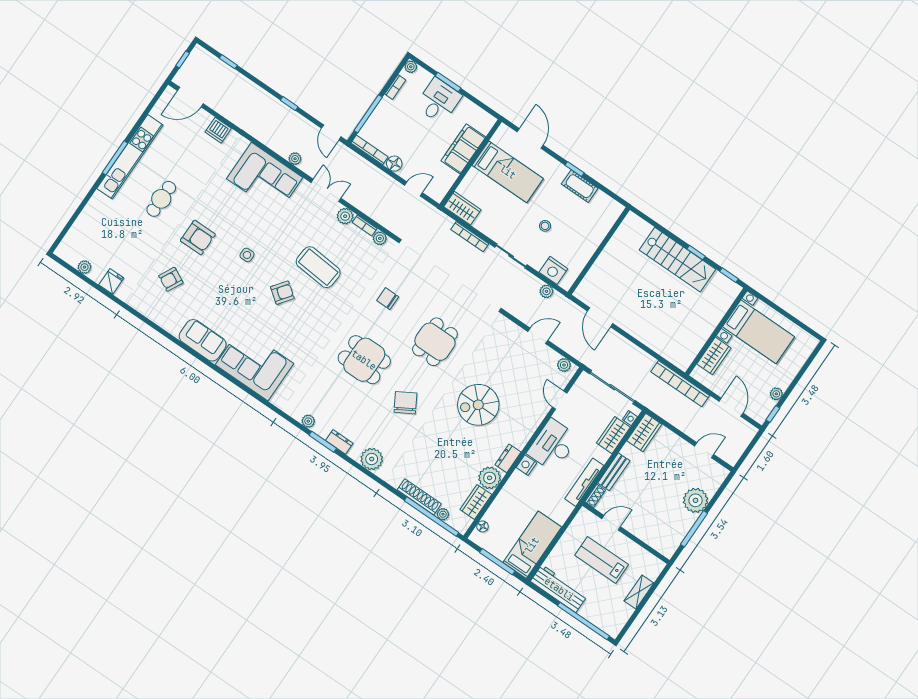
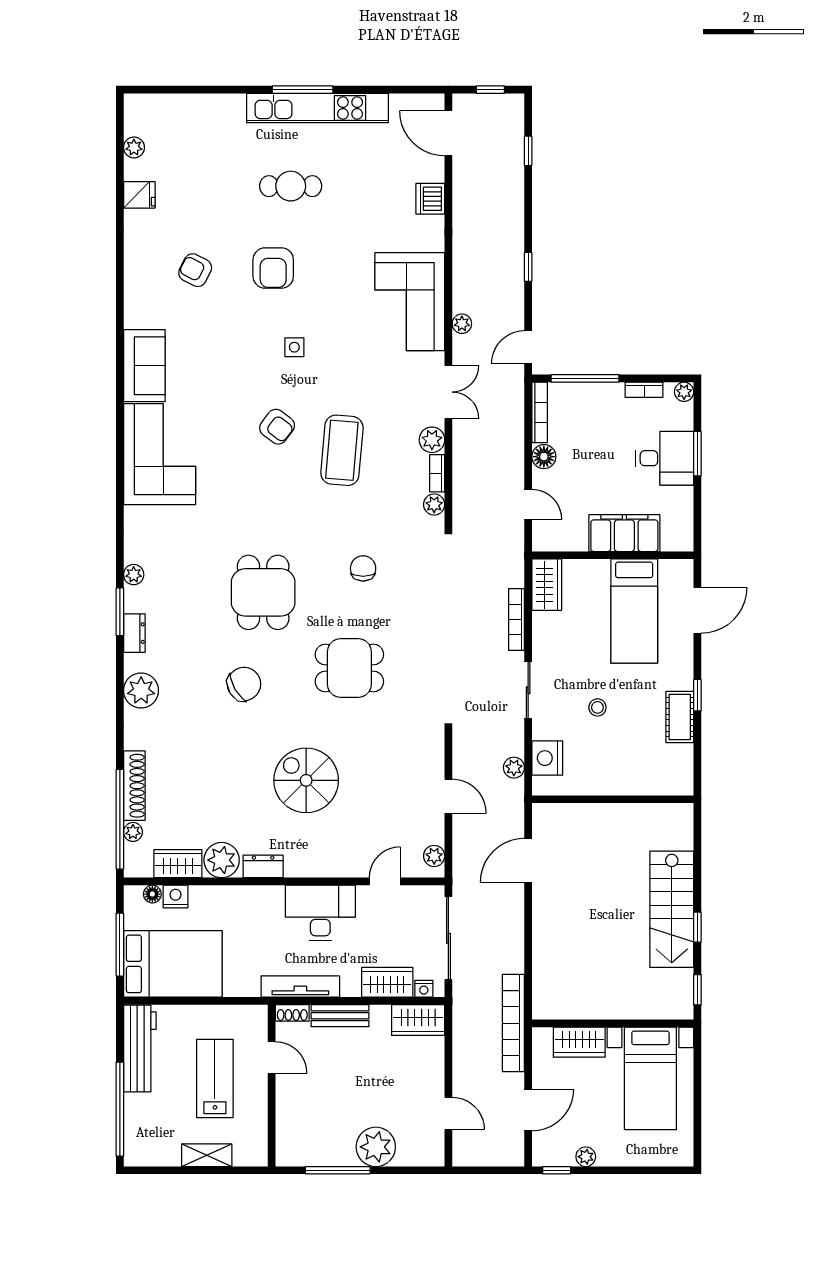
nightstand: (526, 465) -> (176, 897), moved
bed: (532, 545) -> (173, 964), width x1.50

